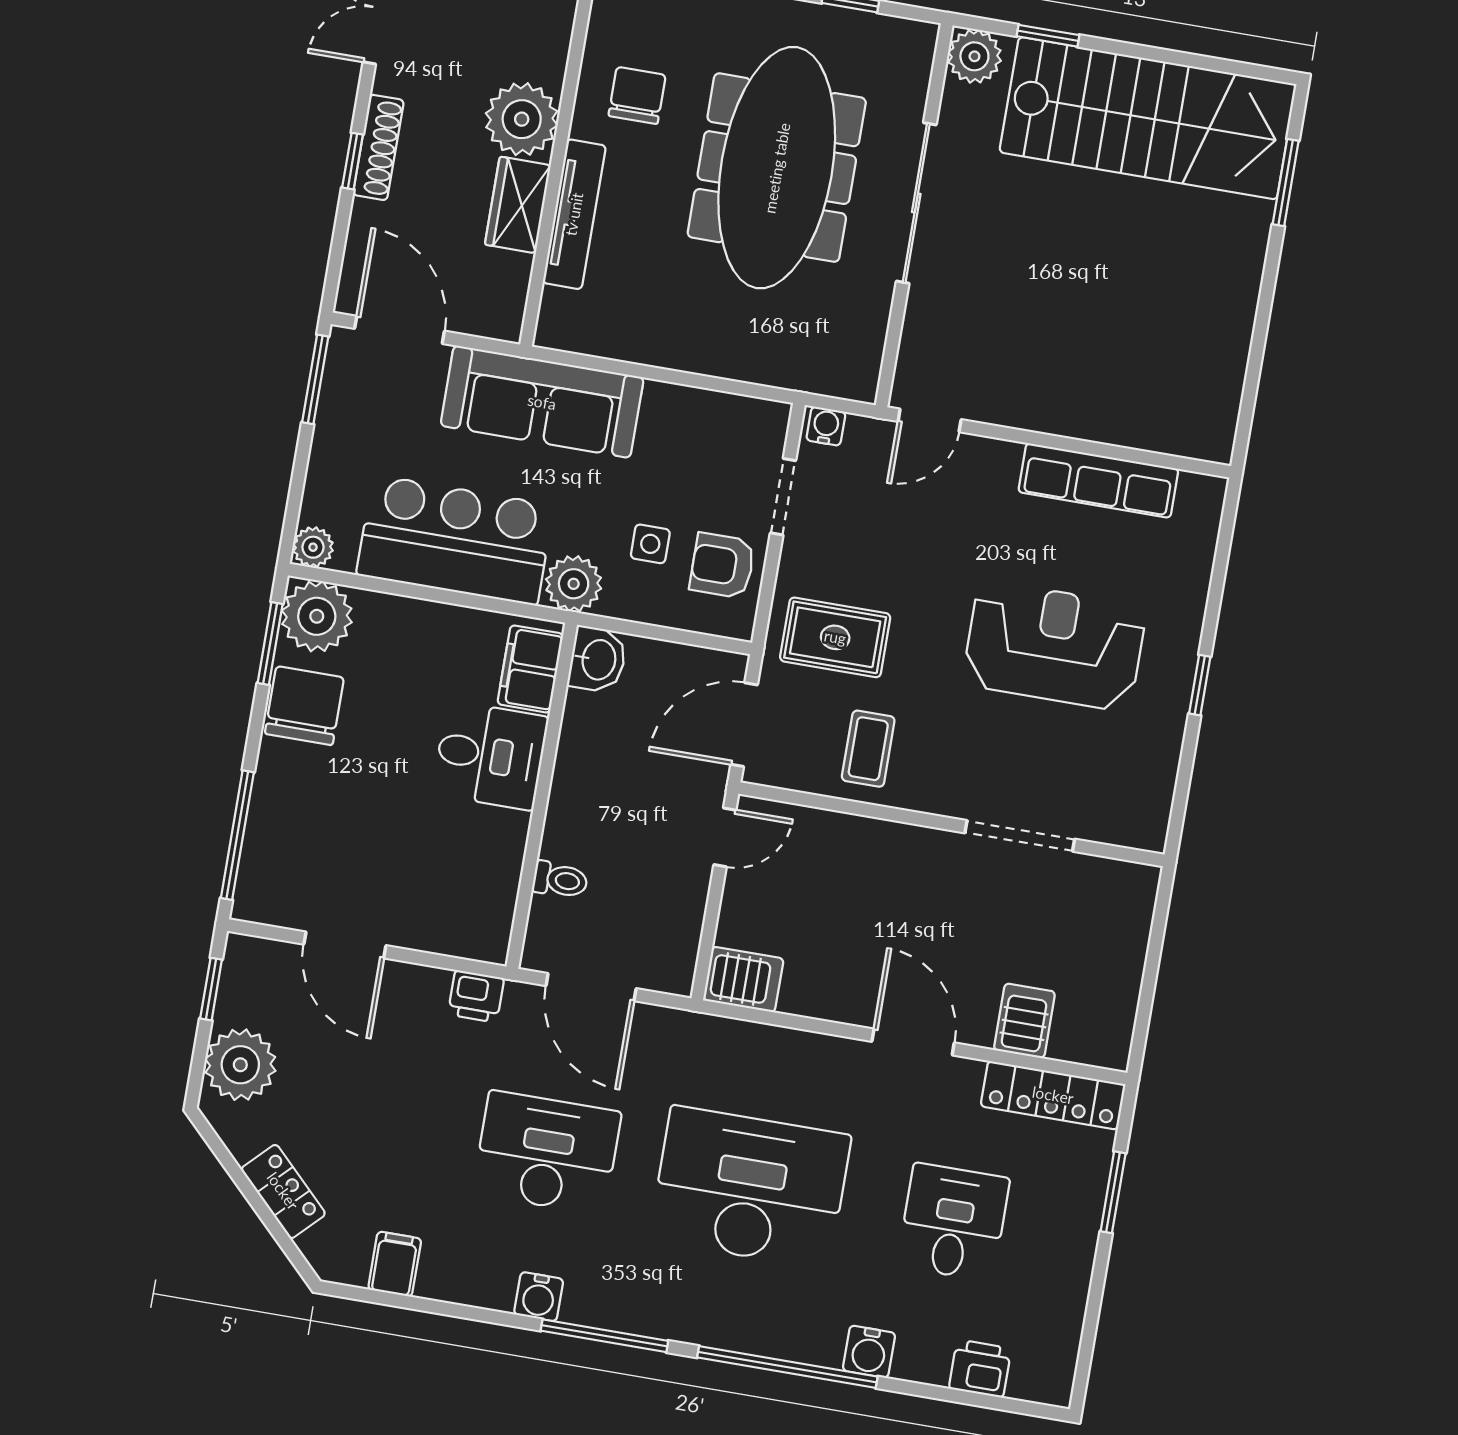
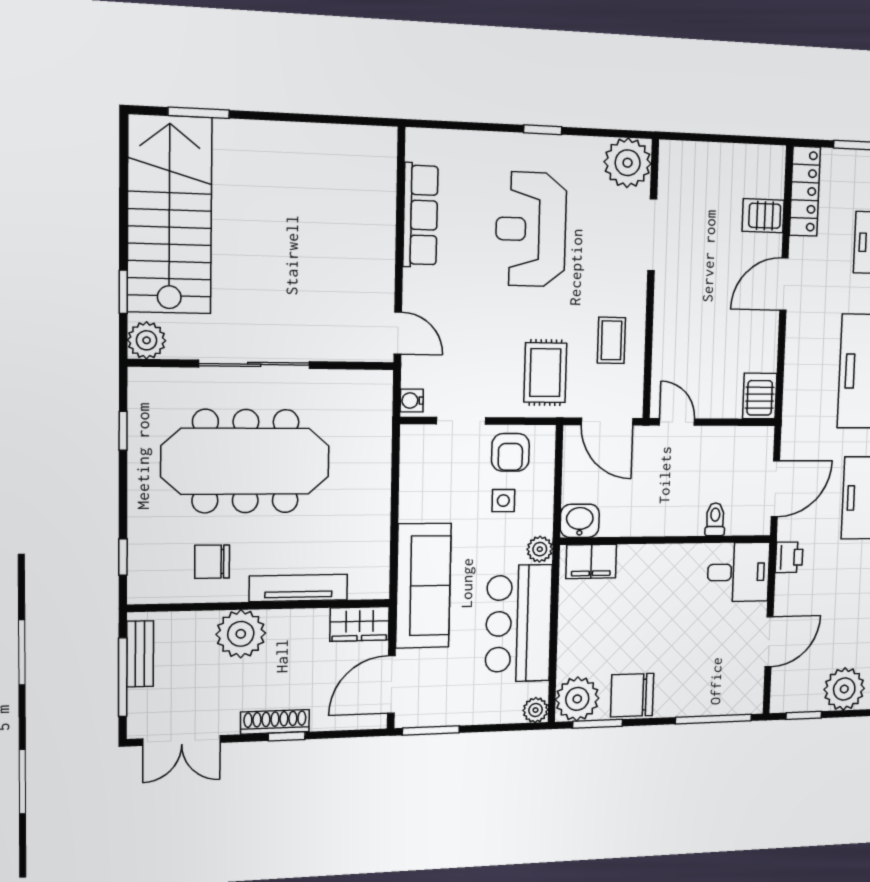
wardrobe: (518, 205) -> (359, 624), moved
plant: (574, 584) -> (540, 549), width x0.73, depth x0.73
coffee table: (868, 749) -> (611, 340), turned 90
desk: (490, 755) -> (738, 572), moved, turned 90
plant: (1134, 811) -> (628, 163), added

